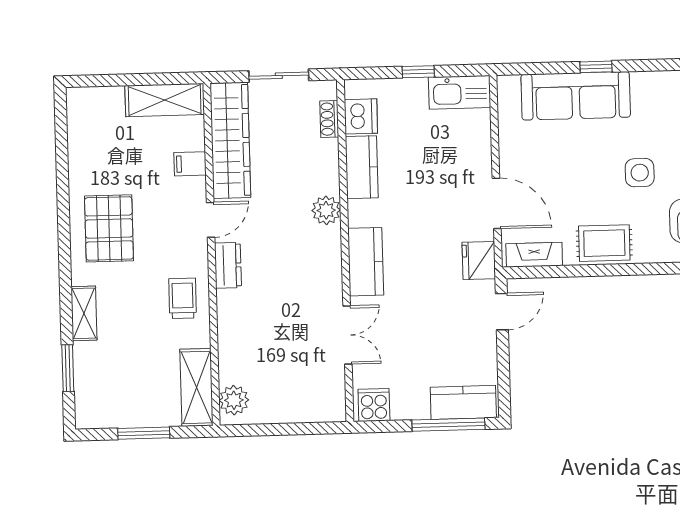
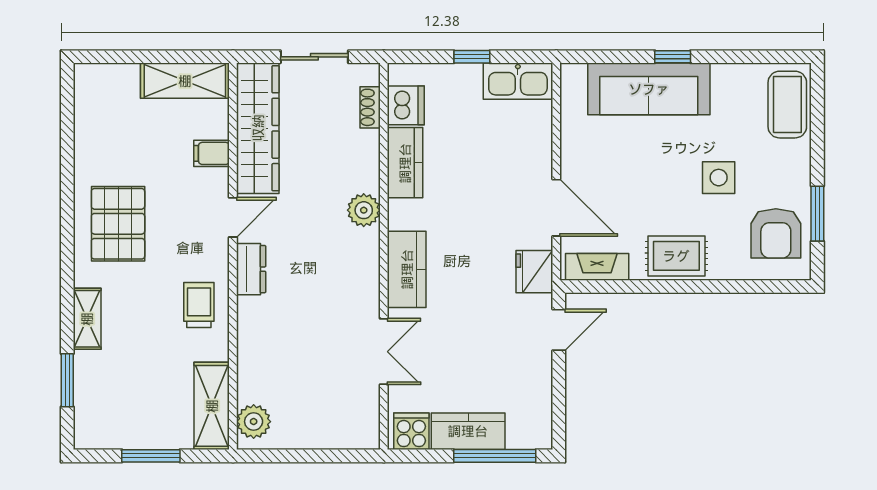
kitchen counter: (463, 402) -> (468, 431), moved

